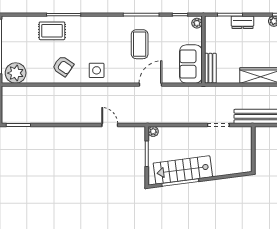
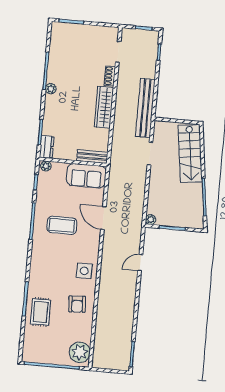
dresser: (242, 22) -> (47, 147), moved
armchair: (63, 66) -> (77, 304), turned 142
stairs: (183, 170) -> (190, 154), moved

